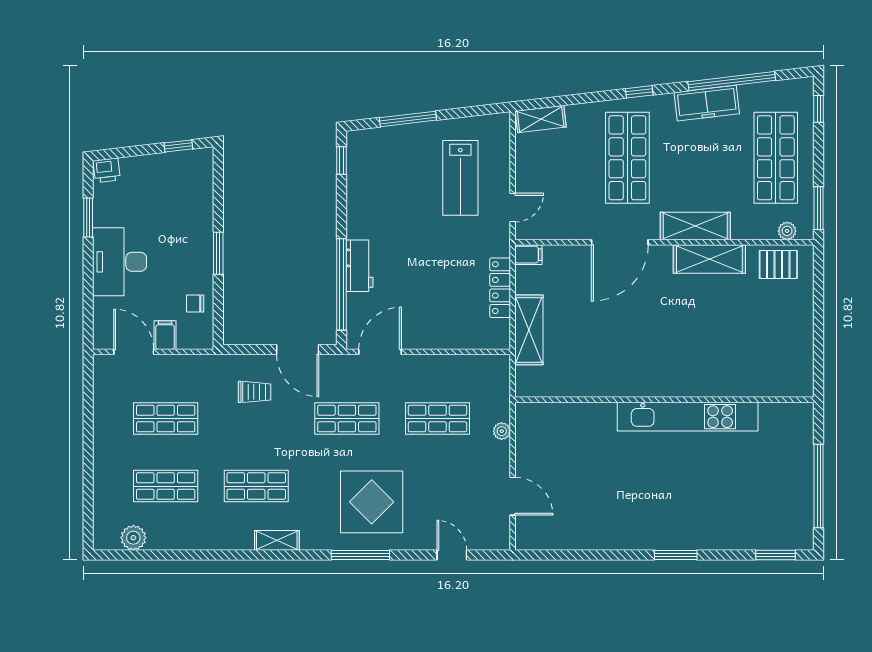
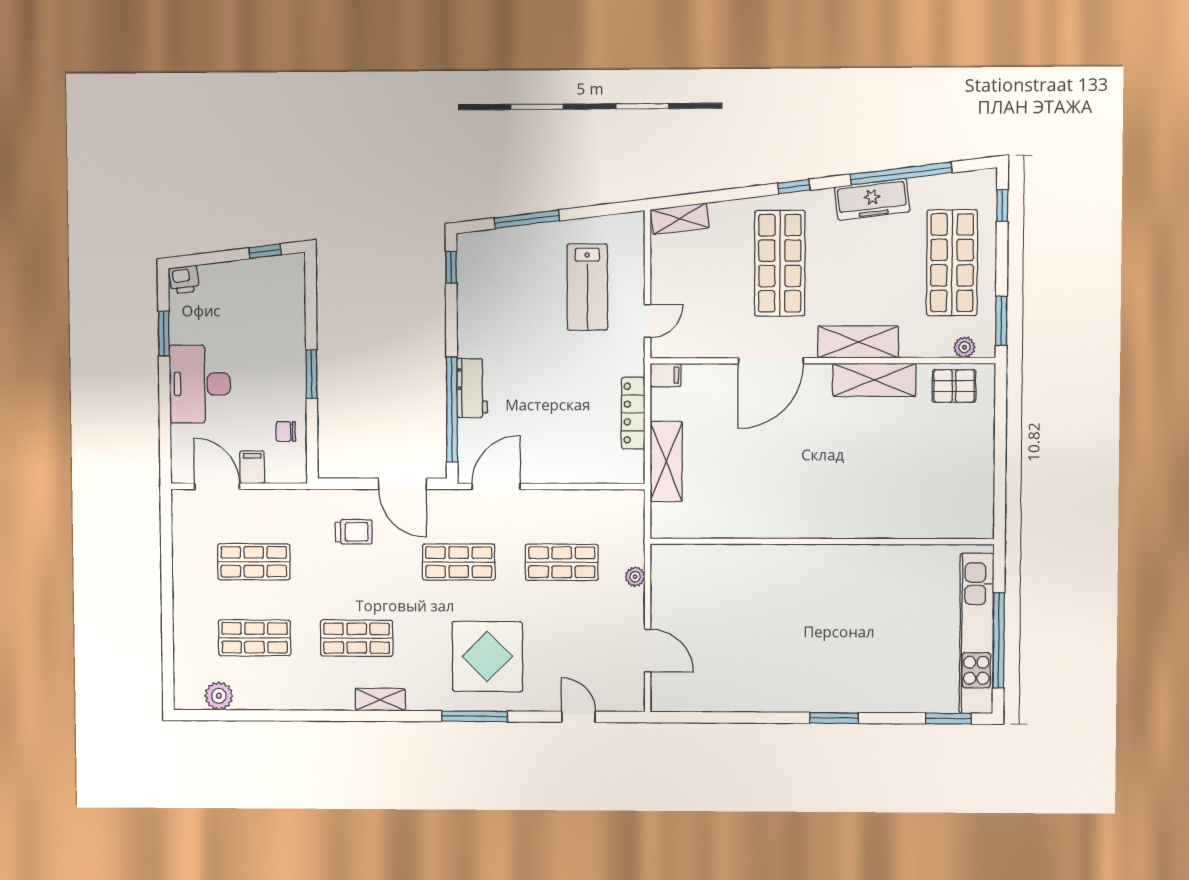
kitchen unit: (688, 417) -> (977, 633), moved, turned 90

